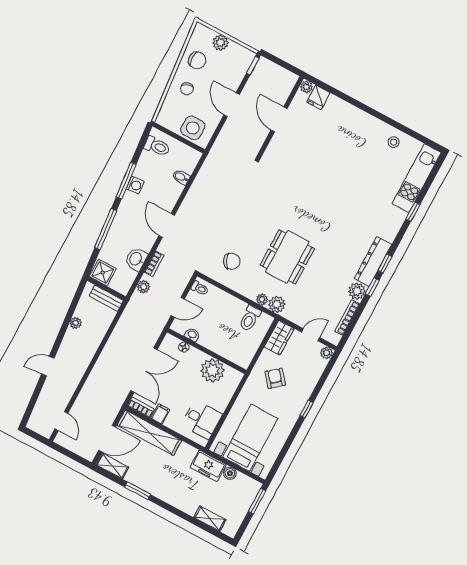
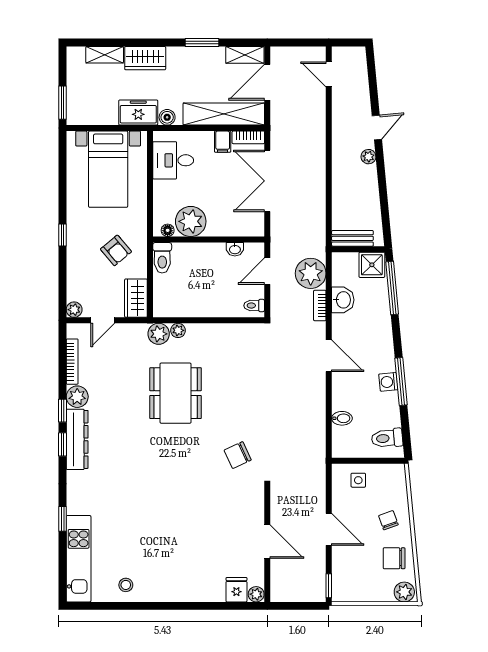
plant: (221, 43) -> (404, 592), moved
side table: (193, 128) -> (358, 480), width x0.54, depth x0.54
window: (106, 229) -> (392, 288), moved
chair: (232, 261) -> (238, 455), moved
plant: (144, 287) -> (311, 273), width x1.88, depth x1.88
toilet: (250, 318) -> (162, 258), moved, turned 180
plant: (76, 323) -> (368, 157), moved
floor lamp: (184, 347) -> (168, 230), moved
boiler: (230, 473) -> (167, 117), moved
wardrobe: (183, 501) -> (145, 58), added

